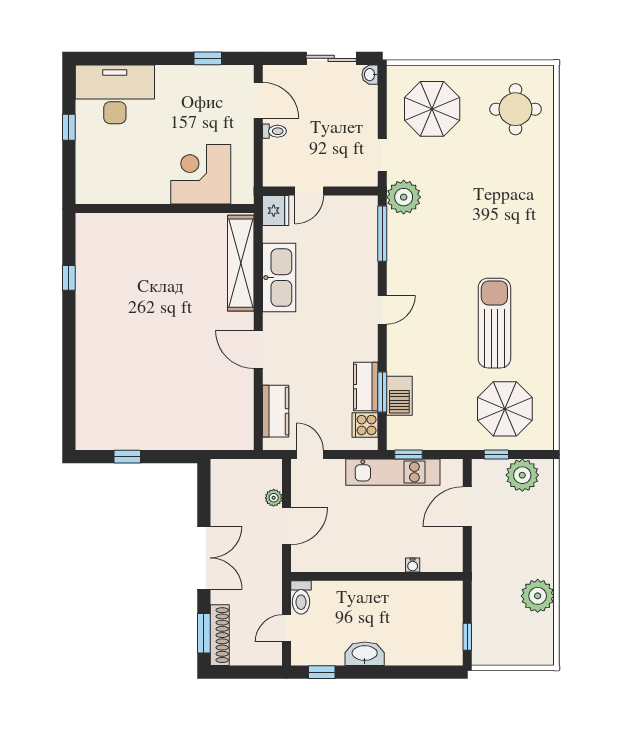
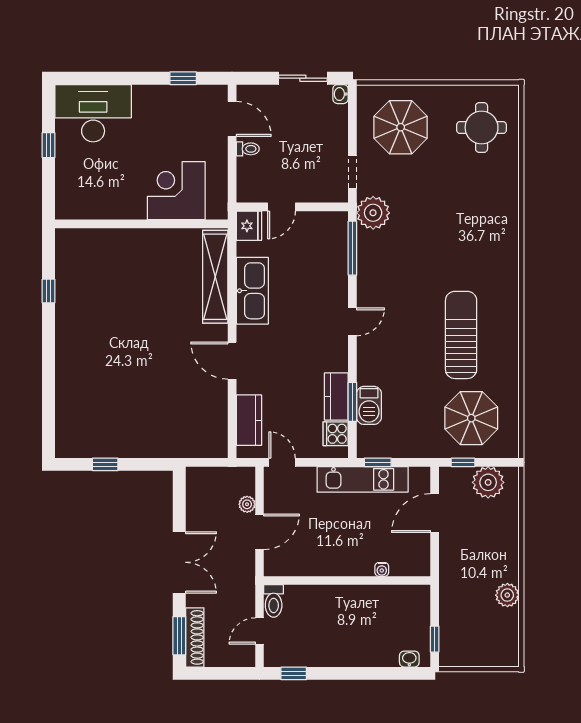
plant: (538, 596) -> (507, 595), width x0.73, depth x0.73
washbasin: (365, 654) -> (409, 659), moved, width x0.52, depth x0.69

